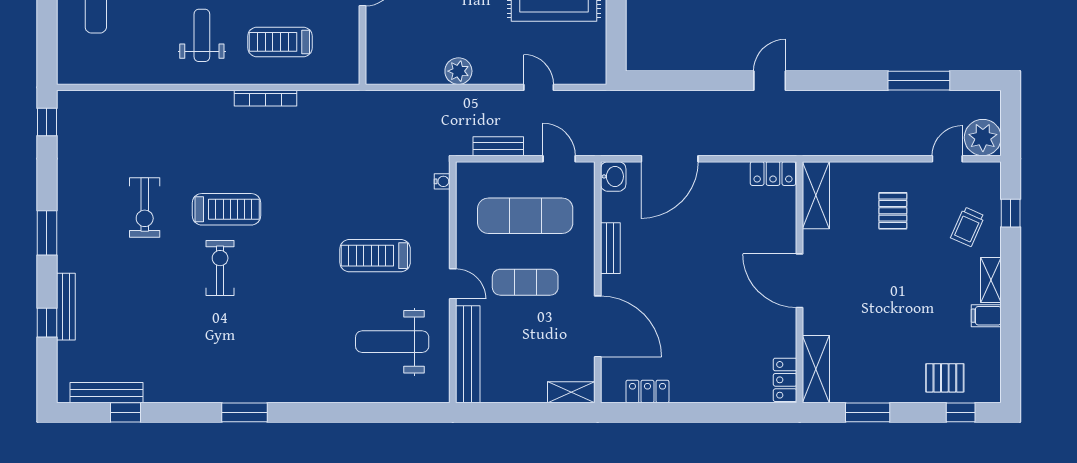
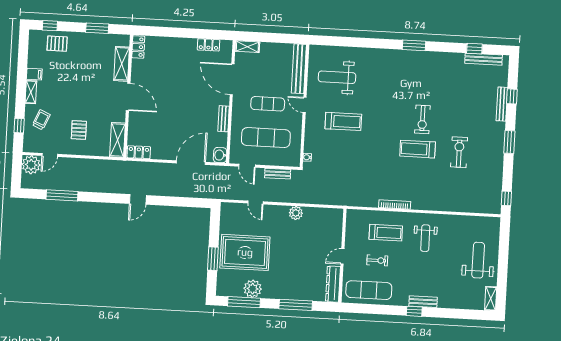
weight bench: (392, 342) -> (337, 77), turned 180
shelving: (816, 369) -> (122, 64), moved

